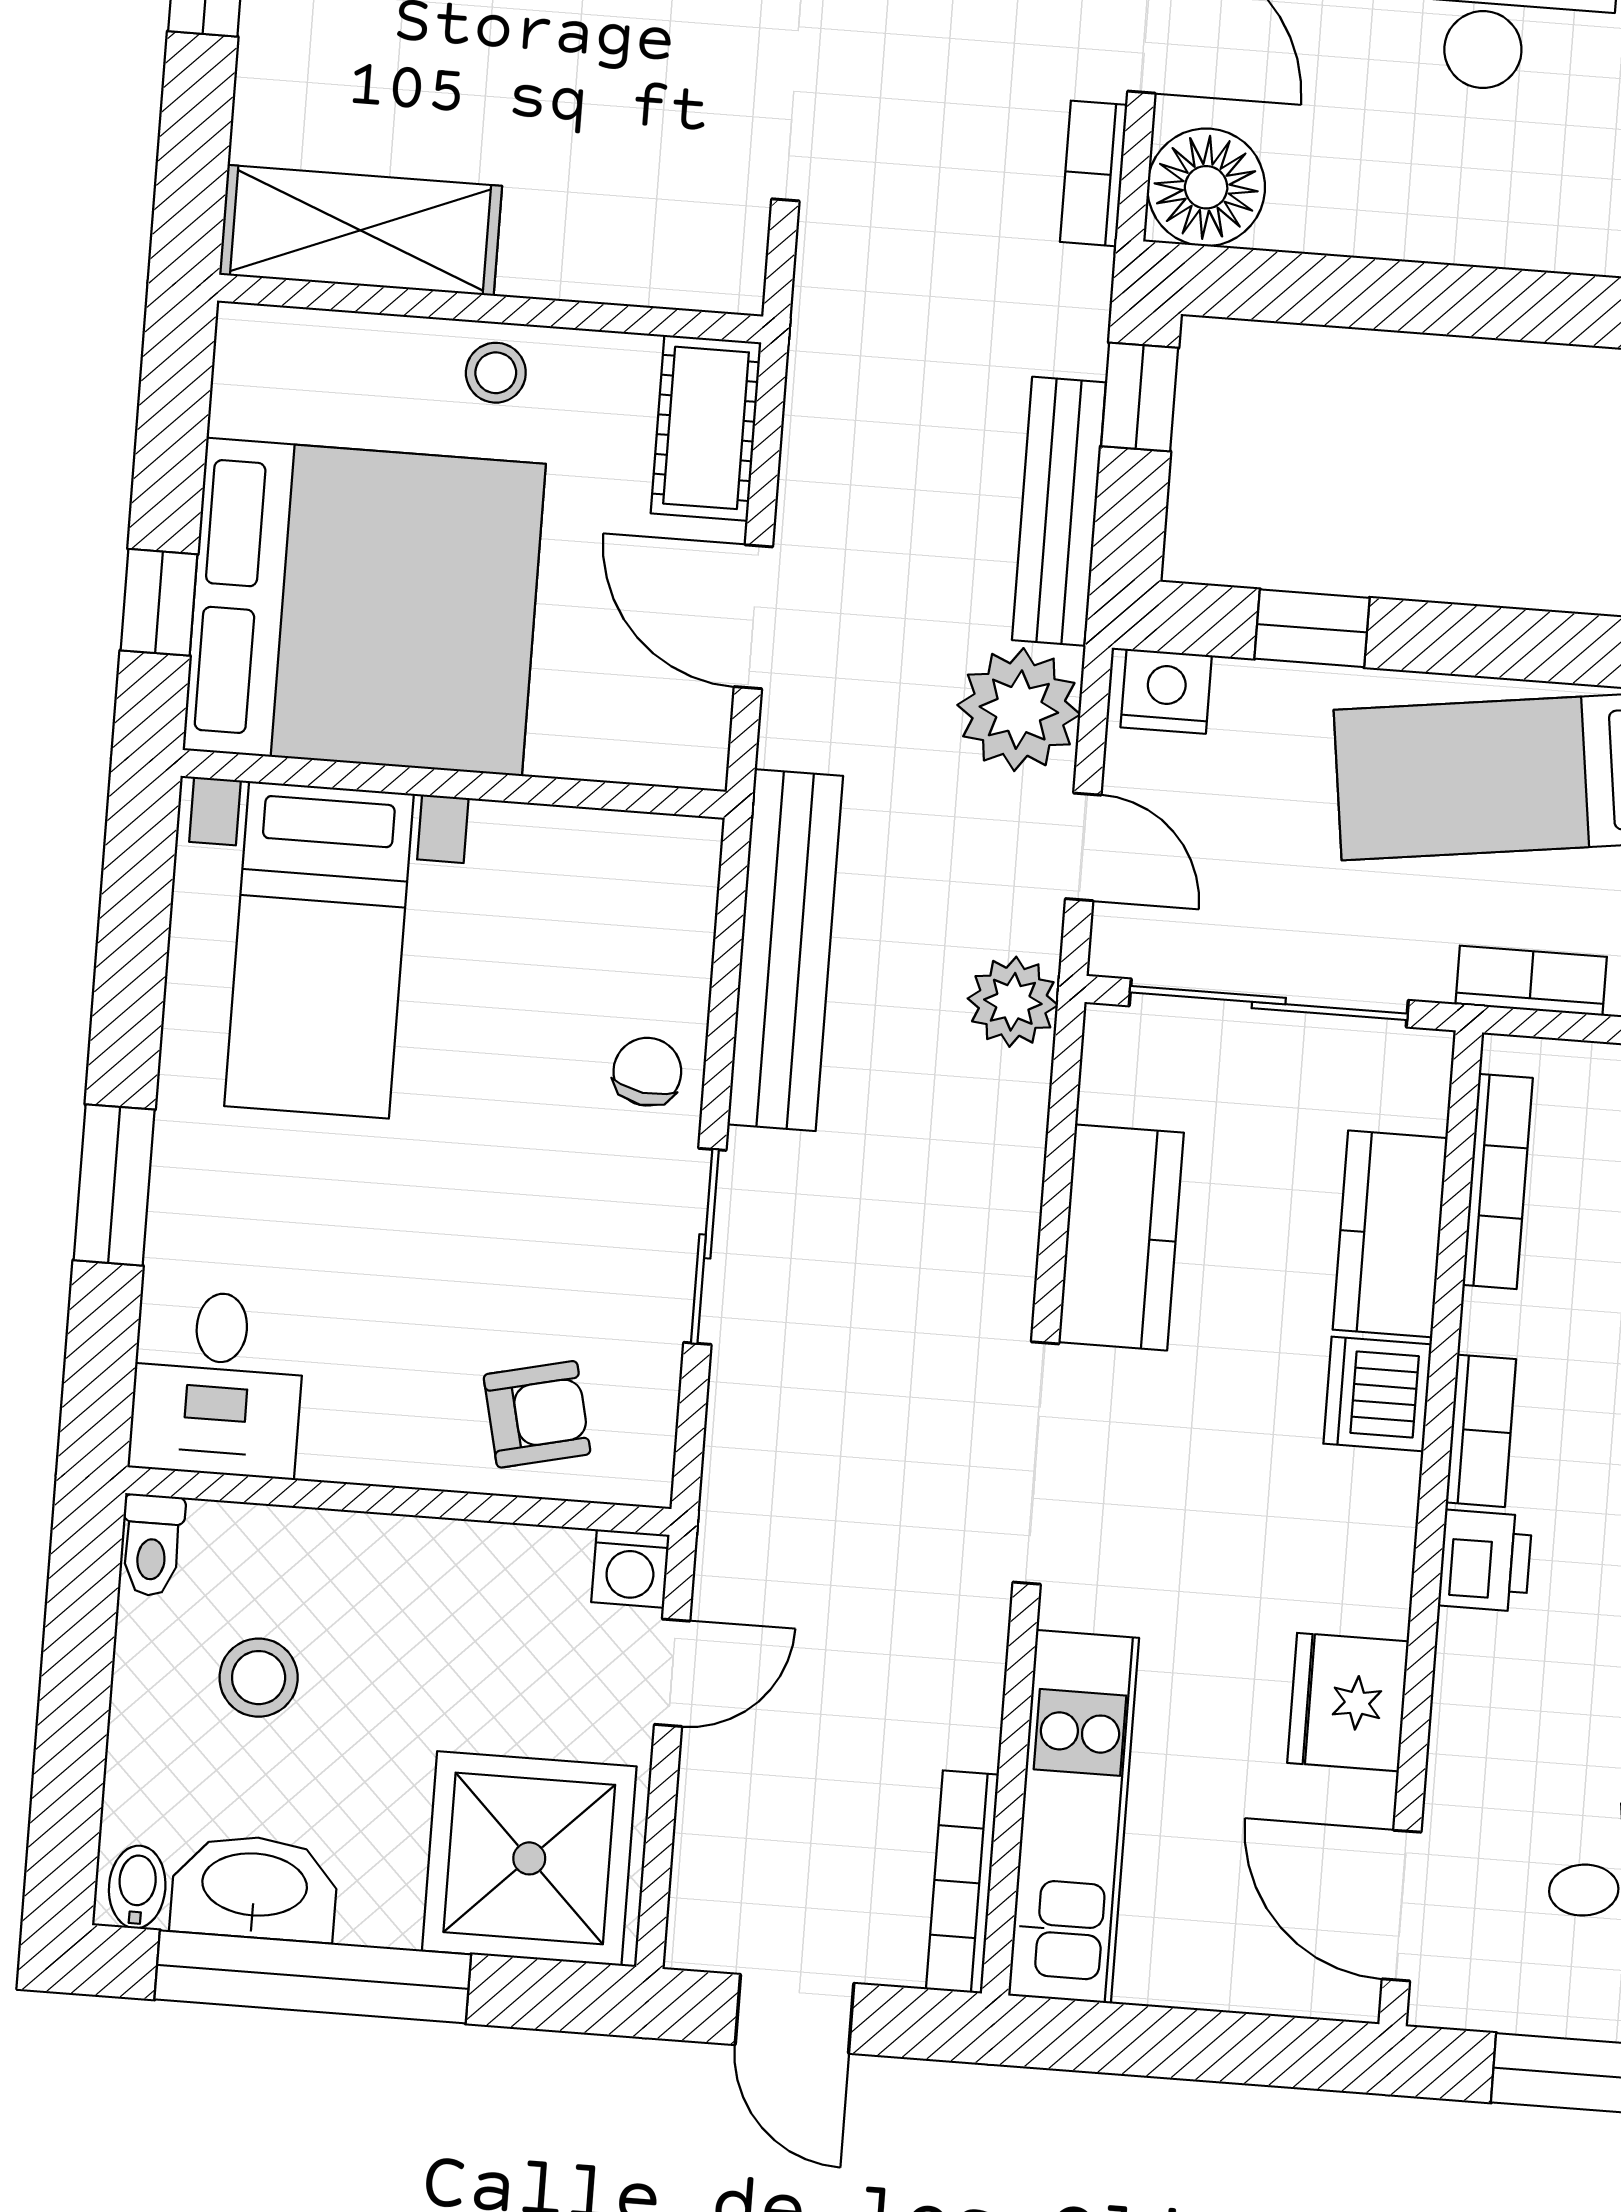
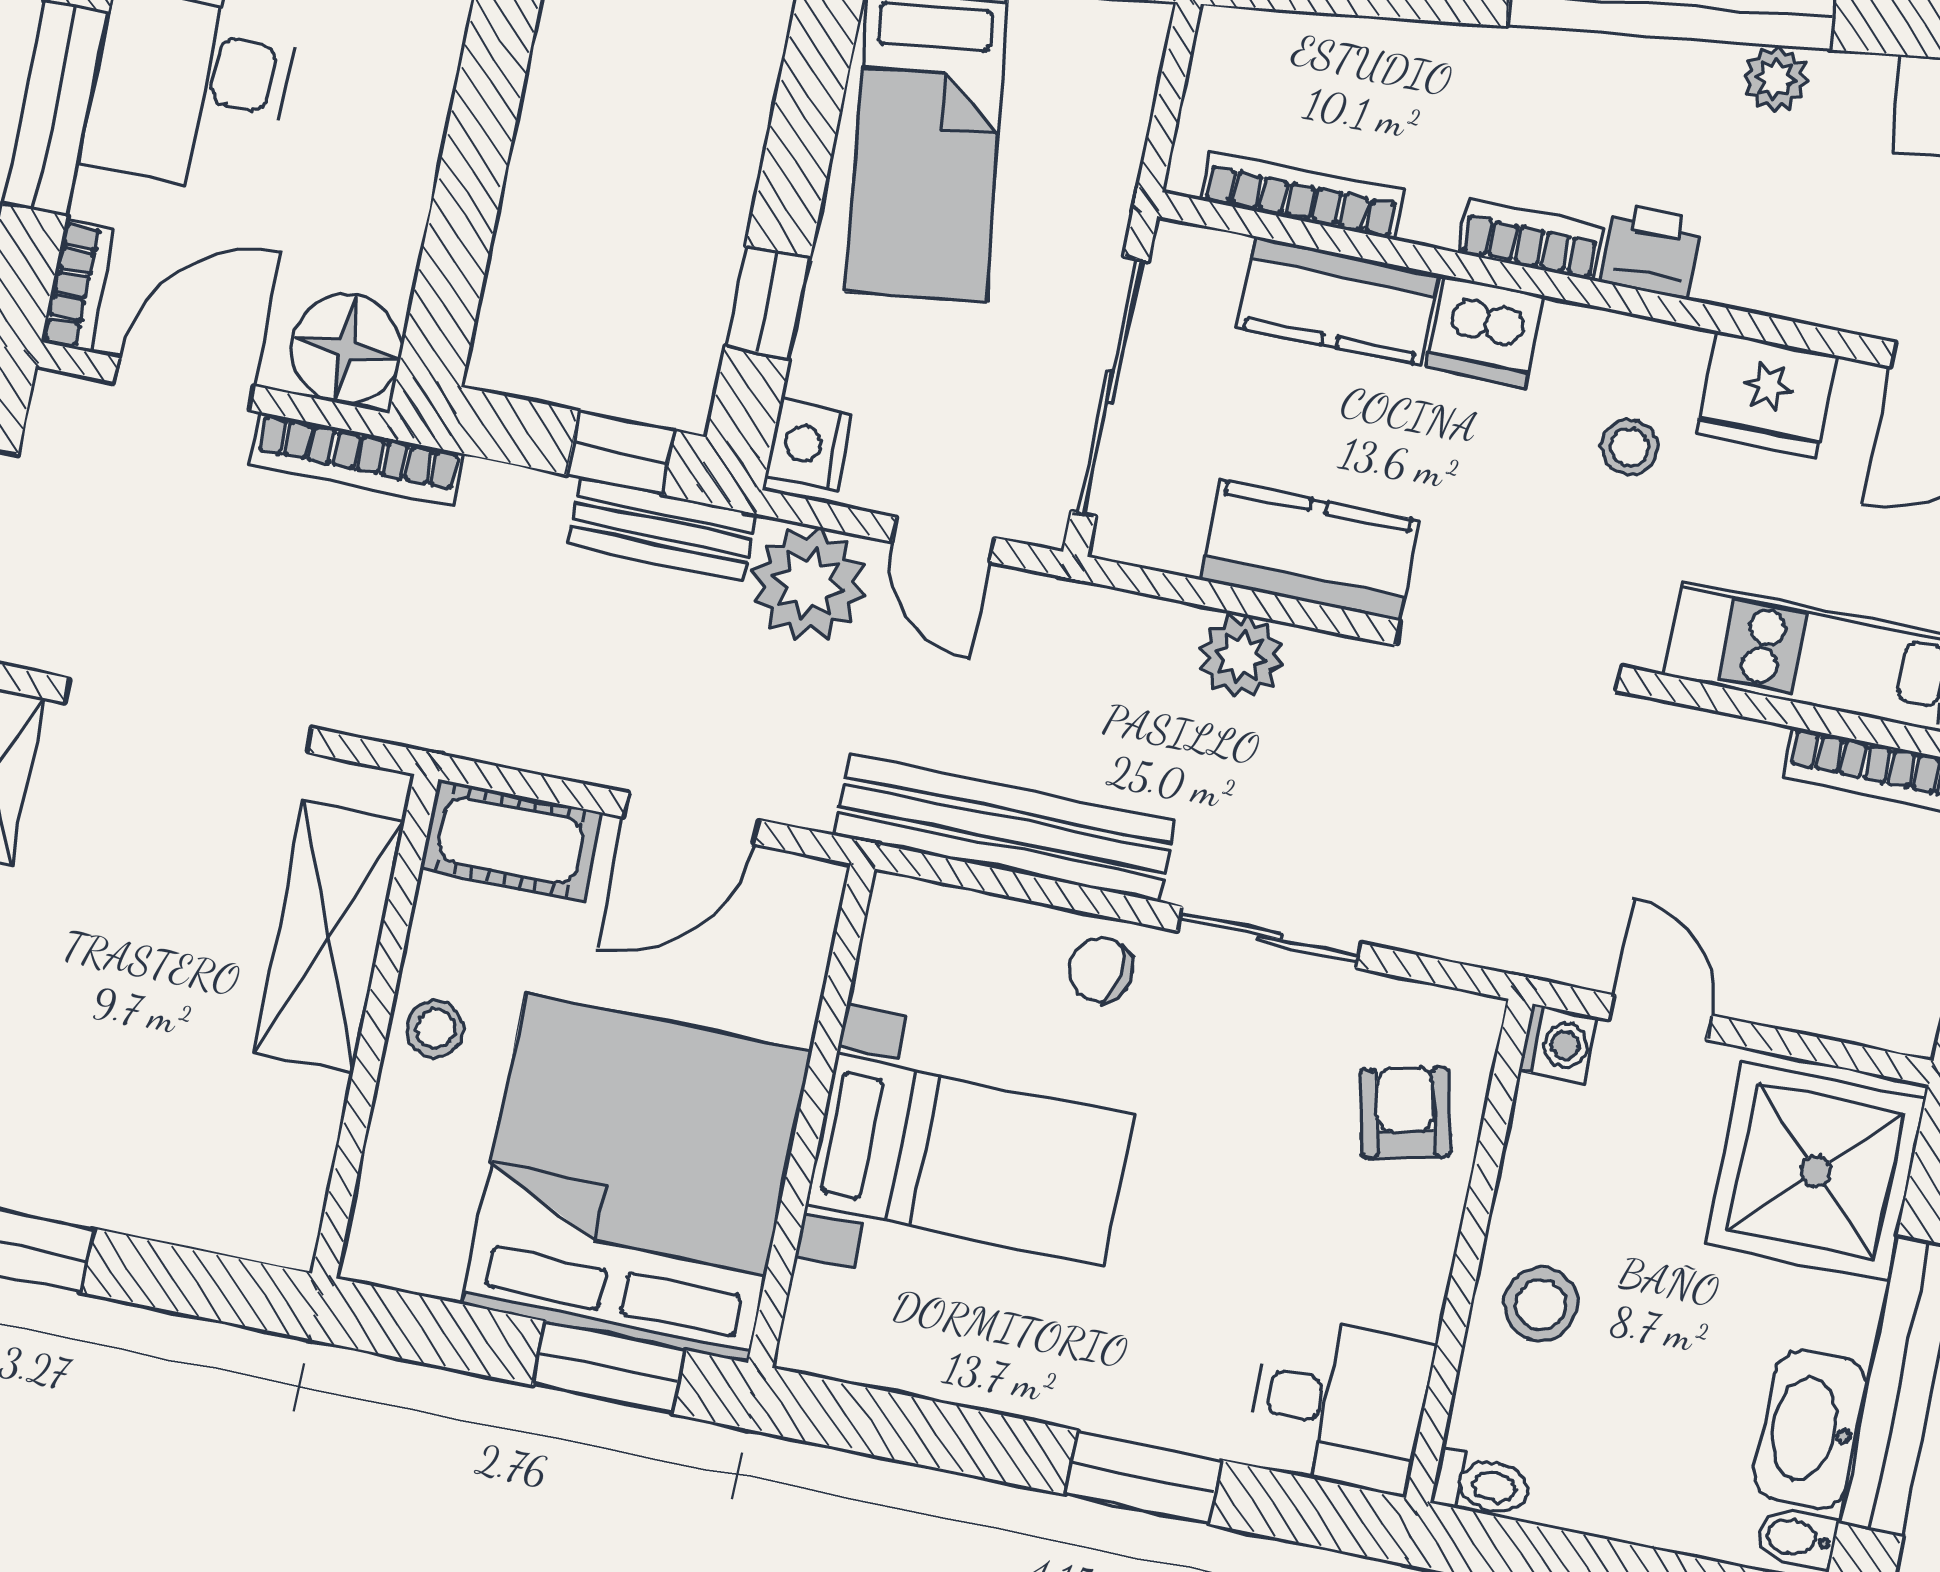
bookcase: (1094, 173) -> (357, 459), width x1.56
shelving: (361, 230) -> (329, 937), moved
window: (1140, 397) -> (620, 453), moved
bench: (1059, 511) -> (662, 530), width x0.73
window: (159, 602) -> (609, 1367), width x1.50
door: (1083, 847) -> (943, 540), swing flipped
bed with nightstands: (319, 950) -> (970, 1160), moved
bookcase: (1531, 981) -> (1120, 140), removed
plant: (1013, 1002) -> (1241, 656), moved
stool: (1274, 1563) -> (1629, 447), added
stool: (259, 1678) -> (1541, 1304), moved

